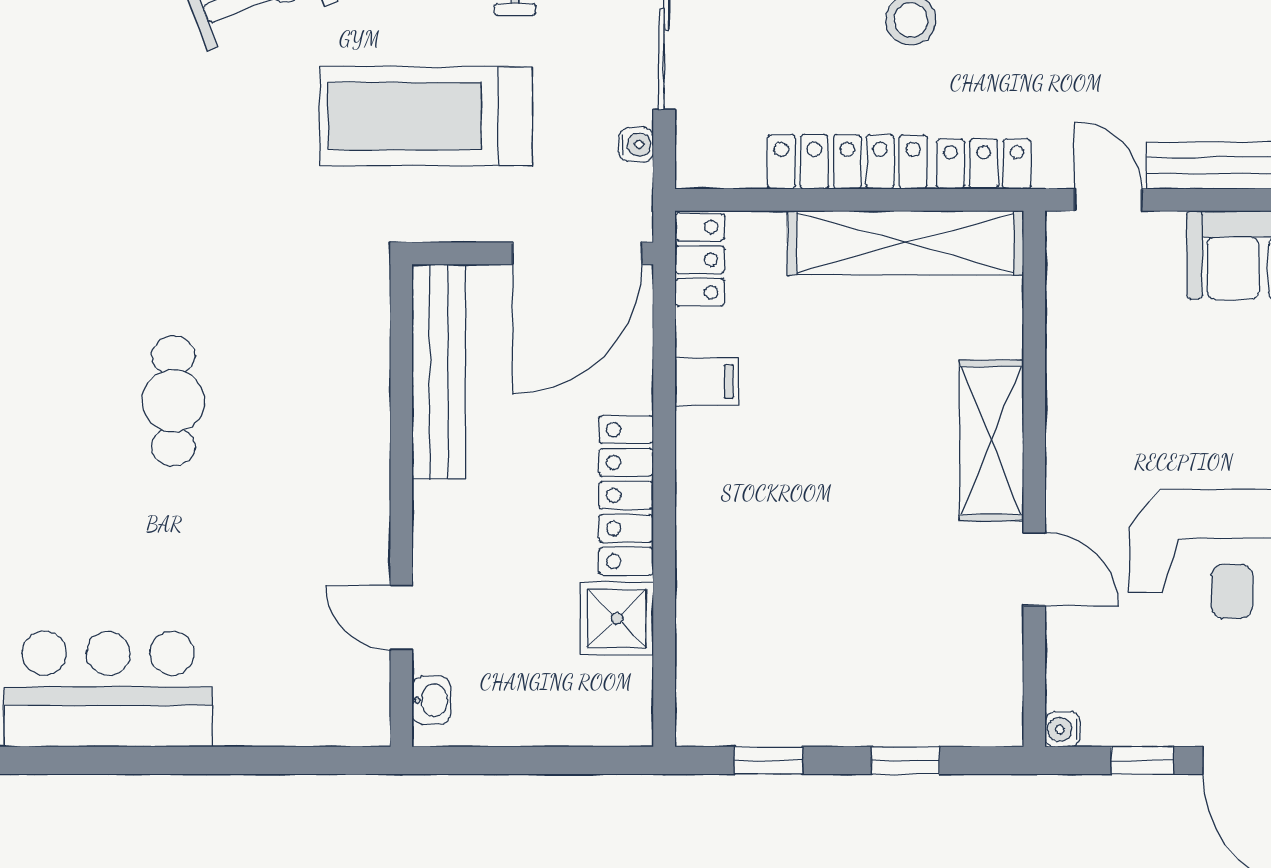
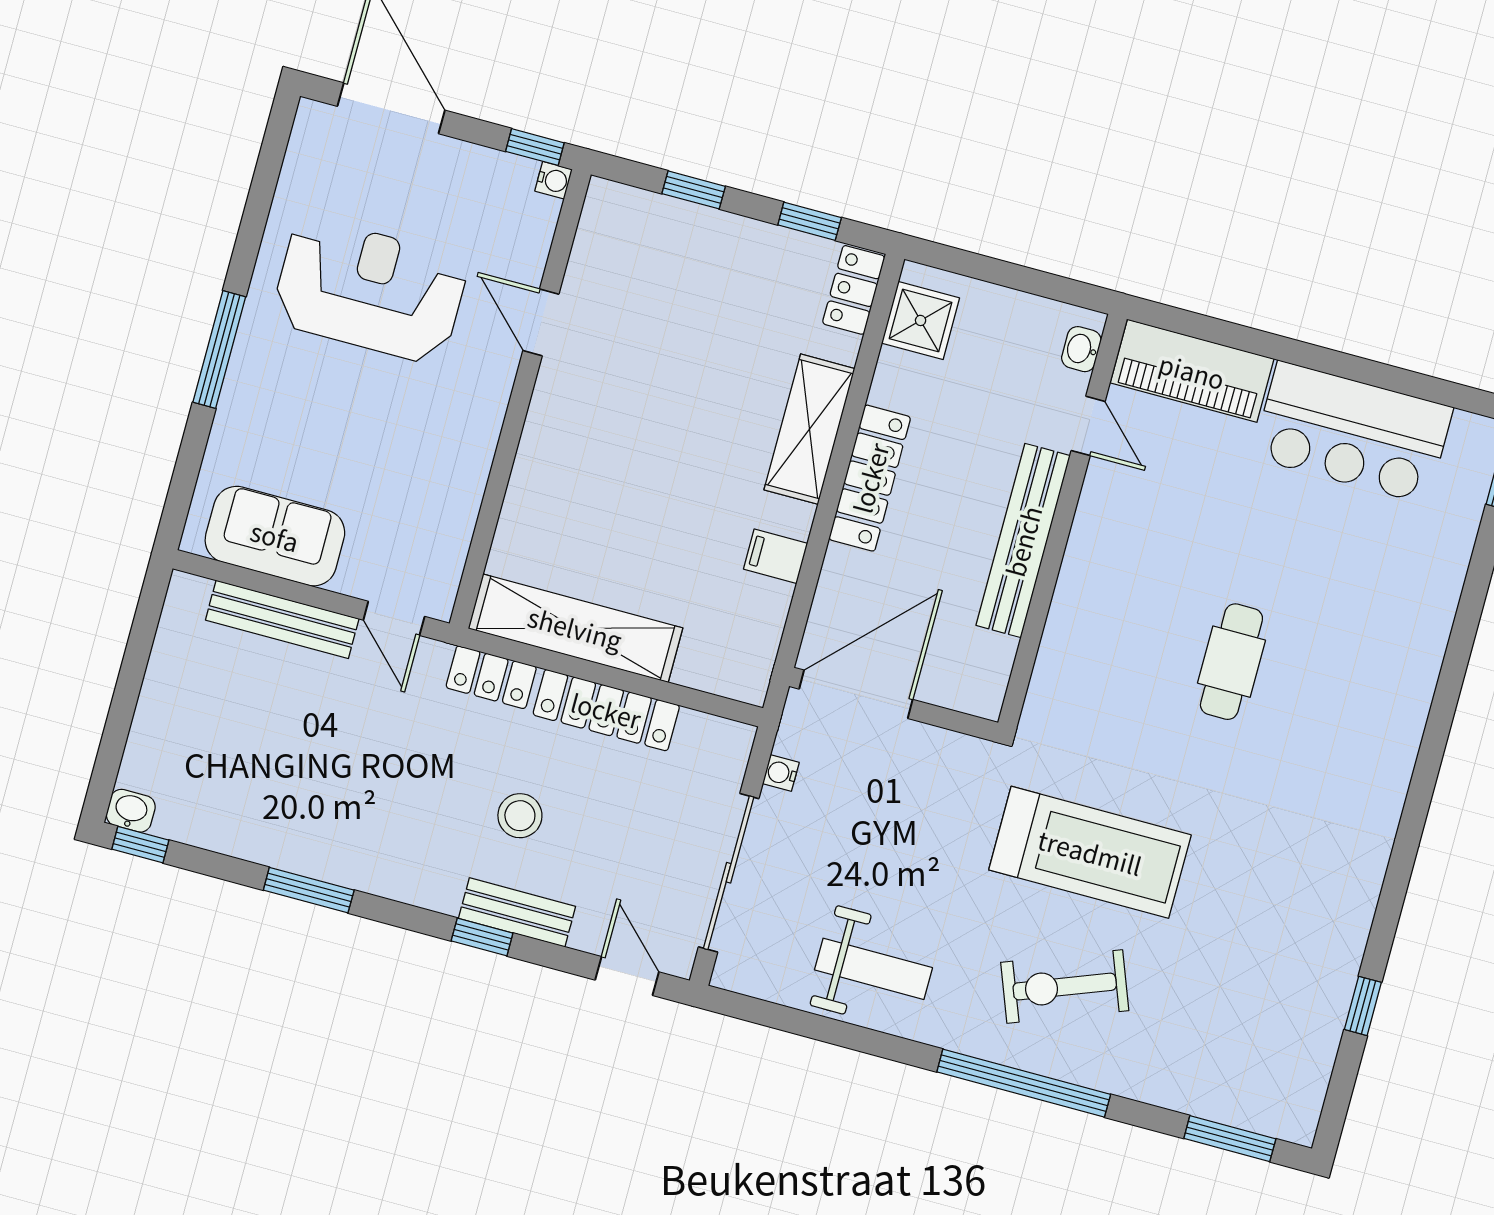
treadmill: (426, 116) -> (1090, 852), moved
locker: (700, 260) -> (854, 290), moved
bench: (439, 372) -> (1023, 541), moved
shelving: (991, 440) -> (809, 429), moved
shower: (617, 618) -> (921, 320), moved
piano: (303, 709) -> (1192, 371), added
window: (1142, 760) -> (535, 147), moved

